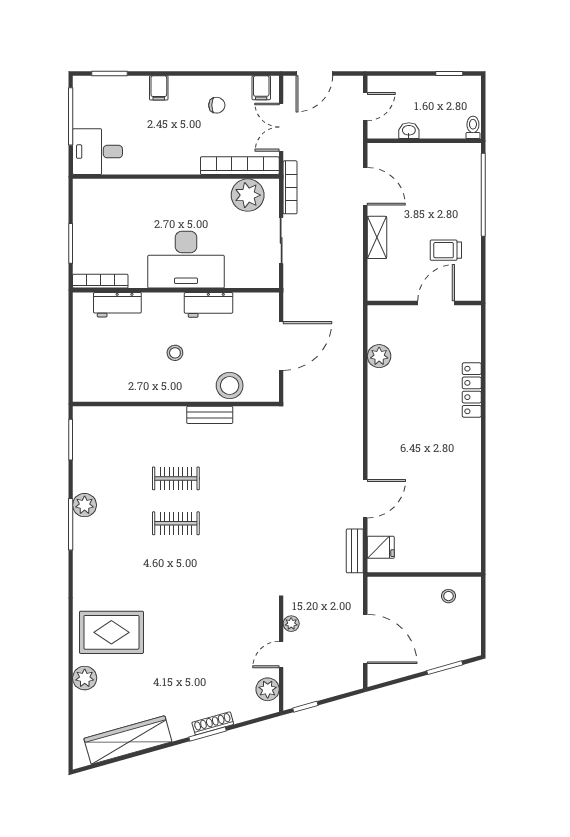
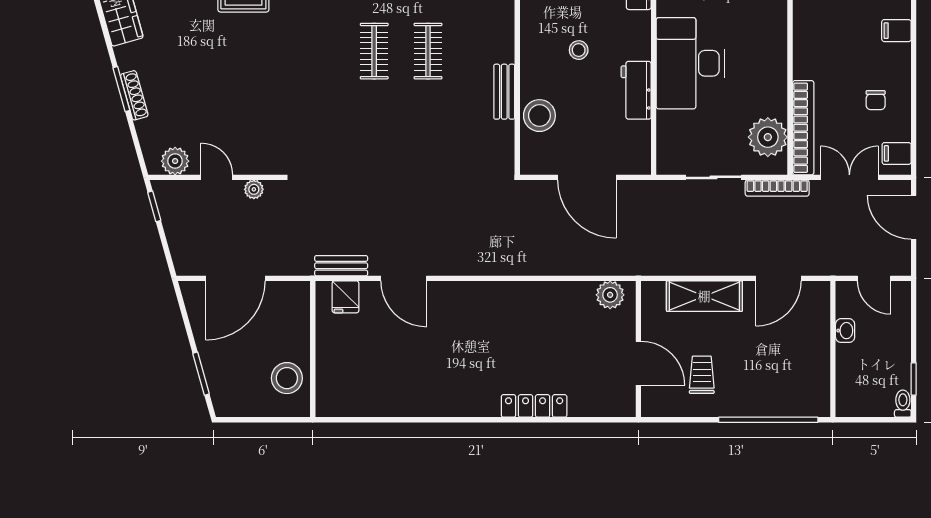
toilet: (473, 127) -> (903, 404), moved, turned -90
shelving: (377, 237) -> (704, 296), width x1.50, depth x1.33
plant: (379, 356) -> (610, 295), moved
stool: (449, 596) -> (287, 378), width x1.89, depth x1.89

